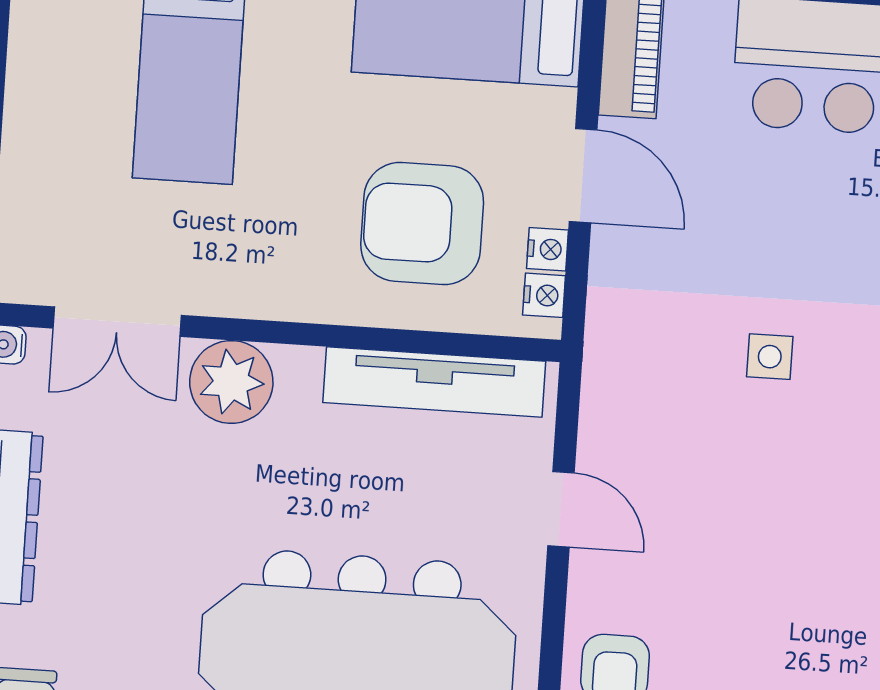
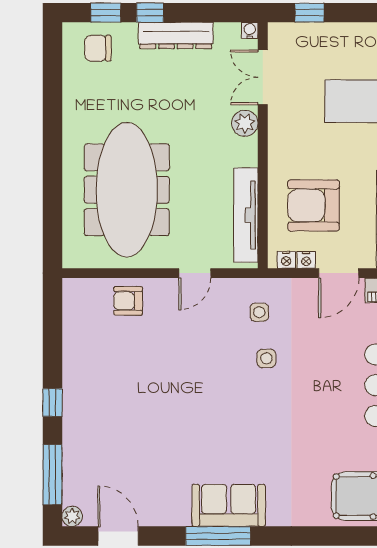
armchair: (422, 223) -> (314, 205), turned -90
side table: (662, 366) -> (259, 312), added
plant: (231, 382) -> (245, 123), width x0.73, depth x0.73

